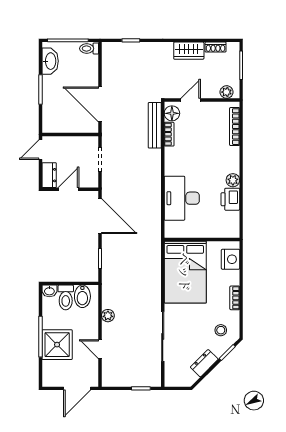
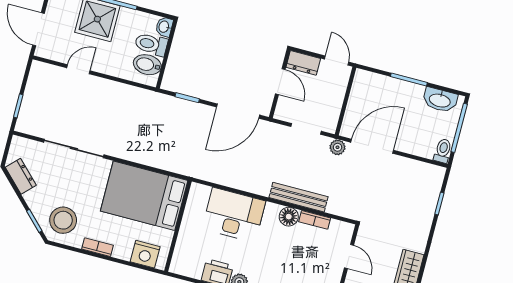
floor lamp: (172, 113) -> (289, 217), moved
bench: (155, 125) -> (299, 197), moved
plant: (108, 316) -> (337, 147), moved
stool: (221, 330) -> (63, 220), width x1.89, depth x1.89
dresser: (204, 363) -> (21, 176), moved

